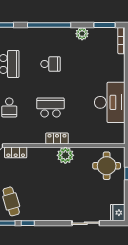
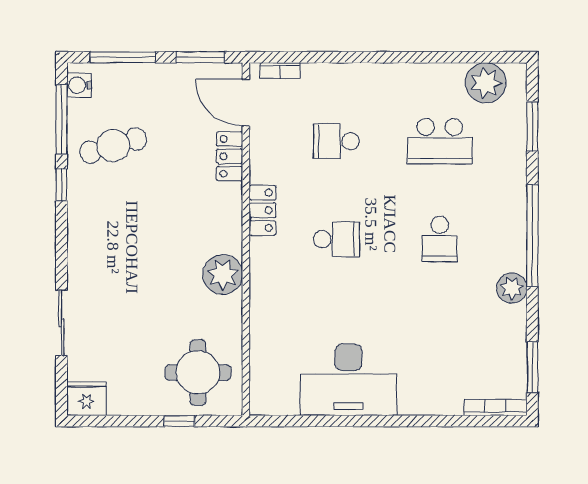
plant: (82, 34) -> (512, 288), moved
school desk: (50, 107) -> (336, 239), width x0.54
locker: (57, 139) -> (263, 210), moved

